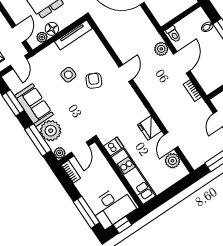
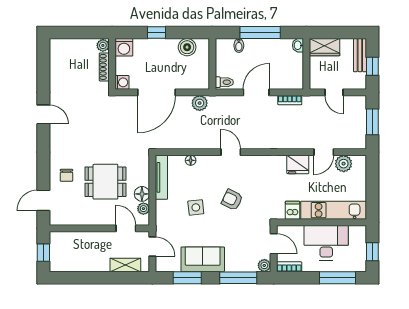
floor lamp: (100, 48) -> (191, 160), added
plant: (161, 49) -> (200, 103), moved
door: (182, 62) -> (256, 92), hinge flipped
armchair: (94, 81) -> (232, 200), moved
plant: (51, 131) -> (237, 260), removed
door: (171, 141) -> (324, 152), hinge flipped
desk: (112, 207) -> (326, 243), moved, turned -90

